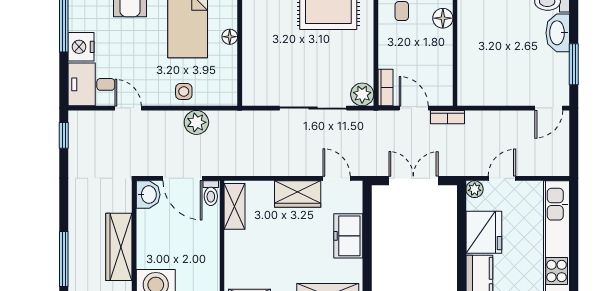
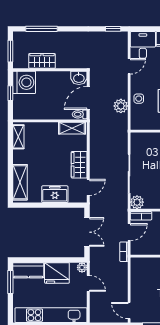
wardrobe: (119, 247) -> (42, 61), width x0.67

